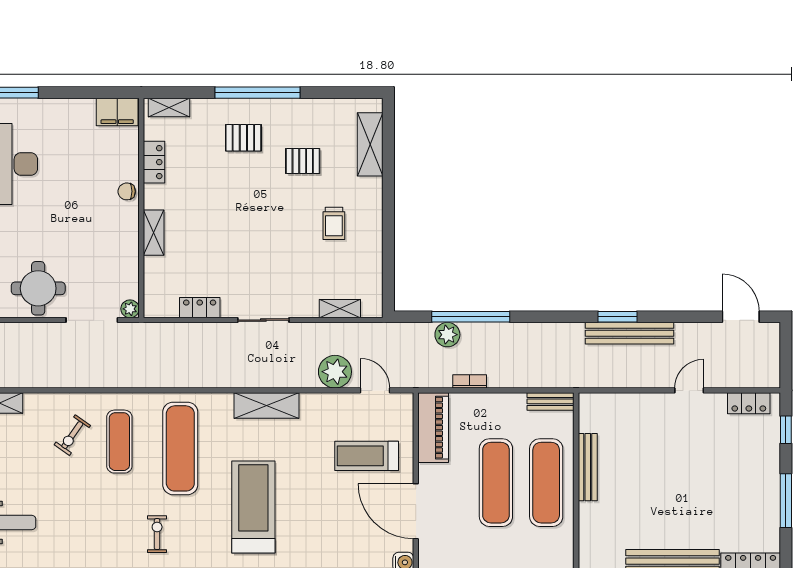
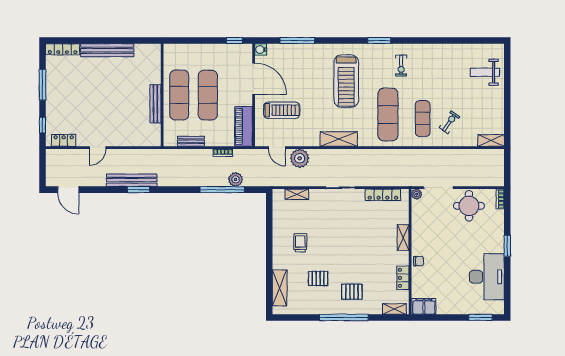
locker: (200, 308) -> (383, 195), width x1.53
bench: (551, 401) -> (191, 141), moved

